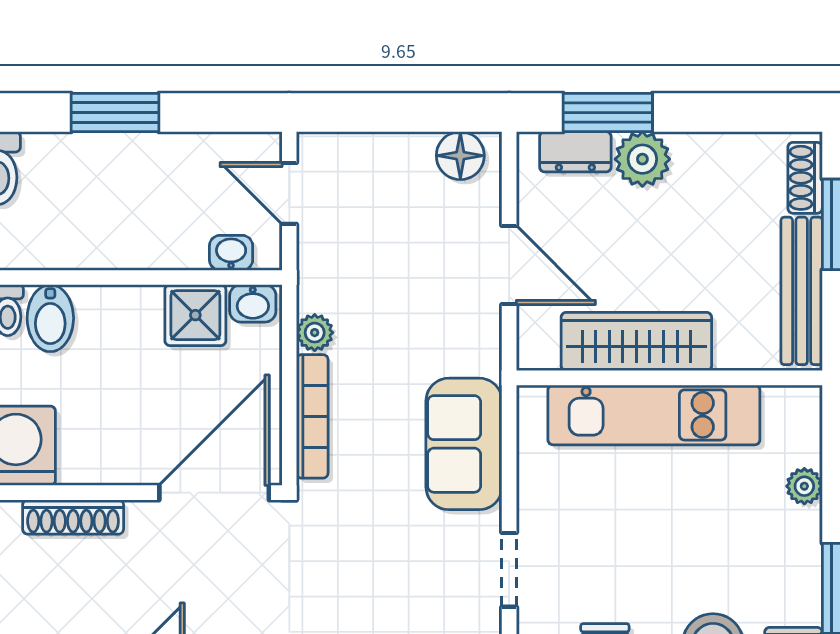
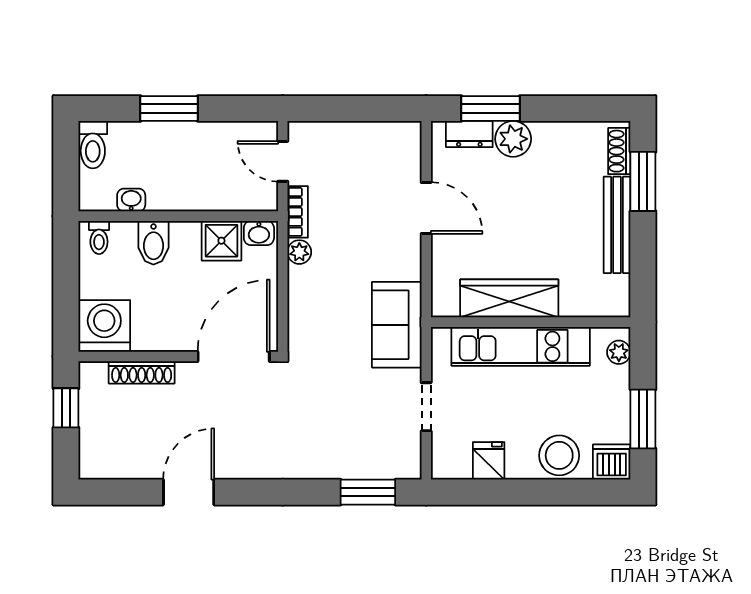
floor lamp: (460, 156) -> (394, 137), removed
washbasin: (231, 253) -> (131, 200), moved
bidet: (50, 318) -> (153, 243), moved
wardrobe: (636, 342) -> (509, 298), moved
wall: (669, 378) -> (531, 322), moved
kitchen unit: (654, 415) -> (521, 346), moved
bookcase: (312, 416) -> (298, 212), moved, width x0.64

